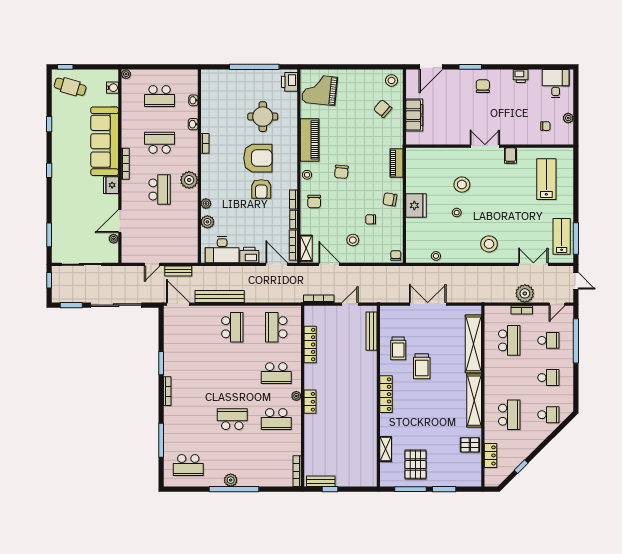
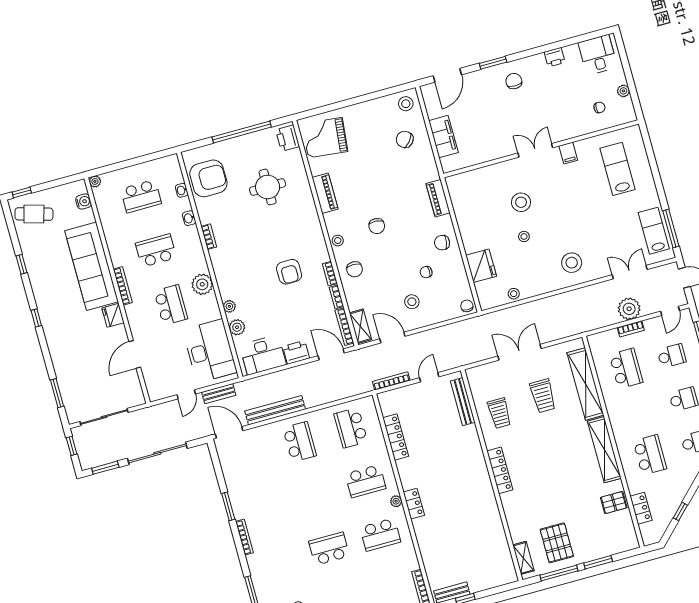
piano: (310, 140) -> (325, 193), width x0.73, depth x0.75
armchair: (258, 158) -> (208, 178), moved
fridge: (416, 205) -> (481, 266), moved
desk: (180, 235) -> (210, 351), added
plant: (114, 239) -> (133, 377), removed
trolley: (422, 366) -> (543, 396), moved
shelving: (386, 449) -> (523, 558), moved

